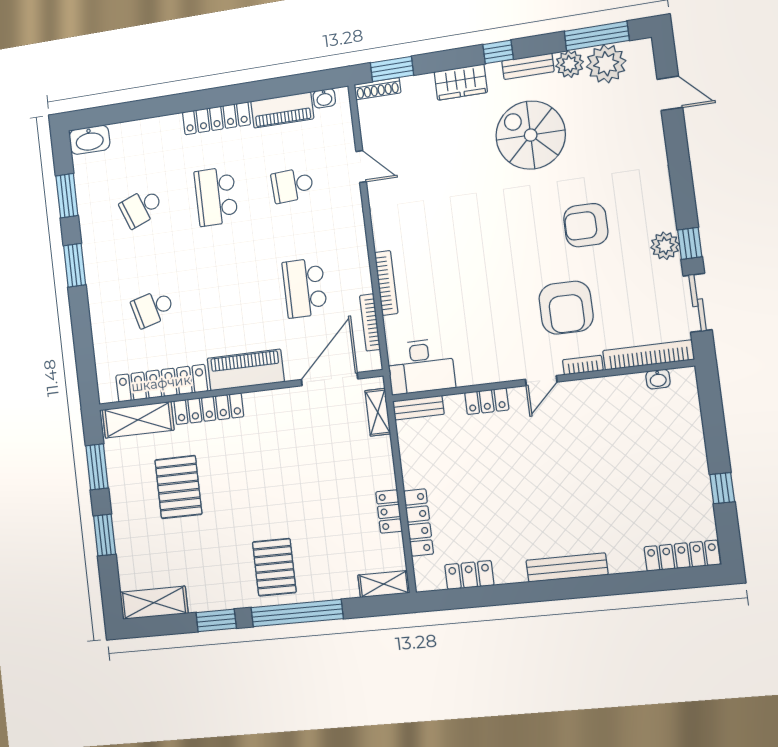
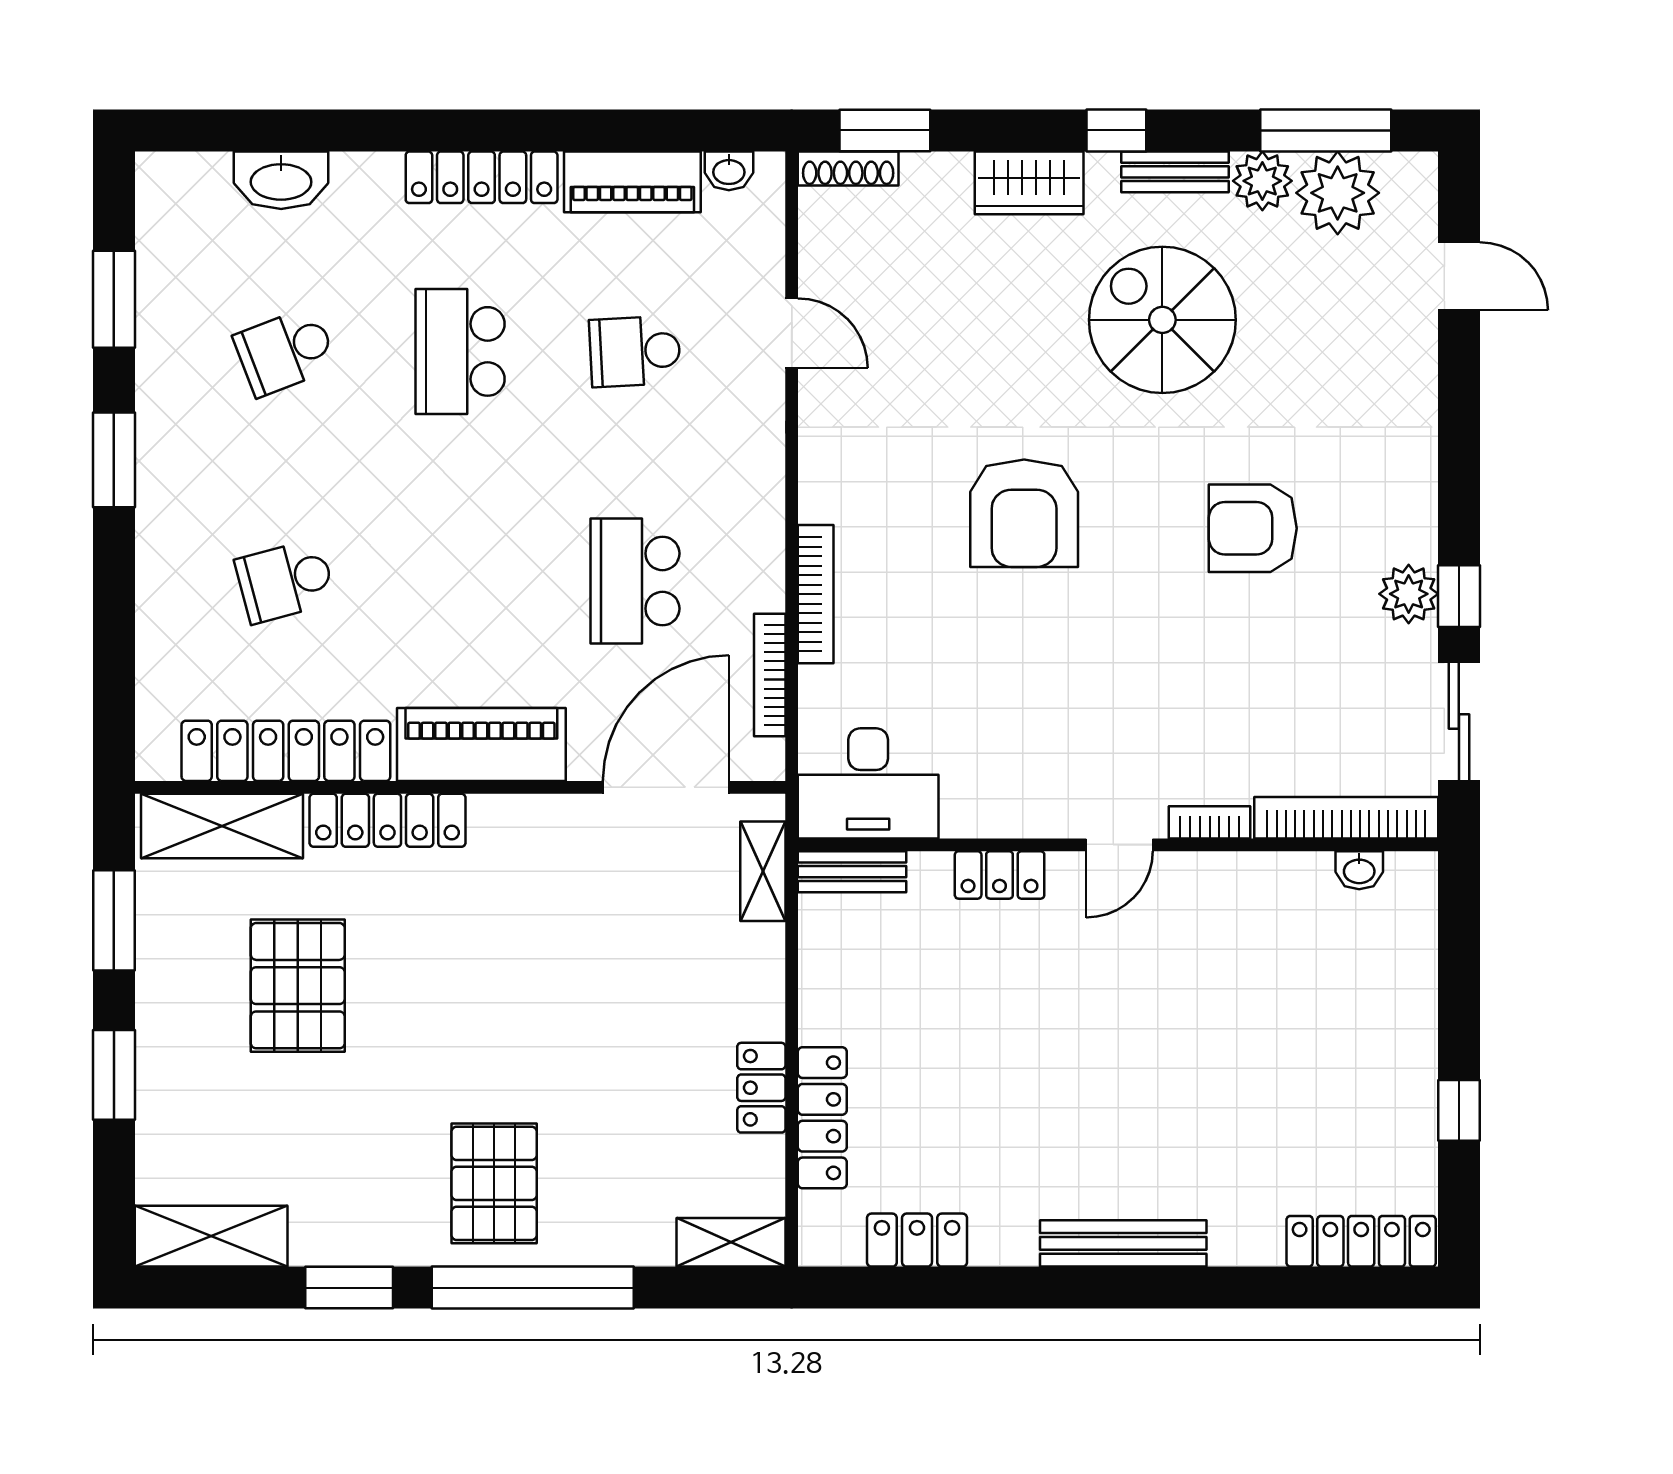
washbasin: (90, 140) -> (281, 180), moved
armchair: (566, 308) -> (1024, 513), moved

